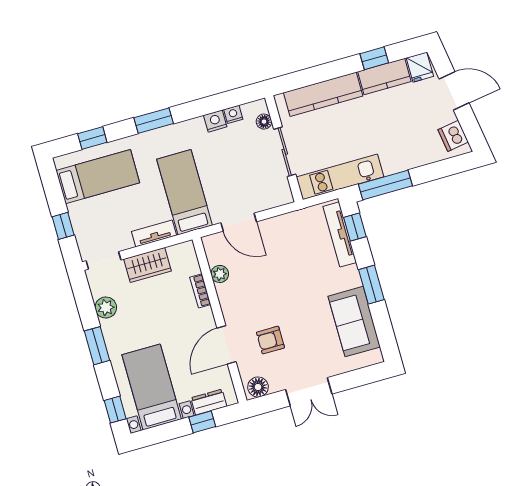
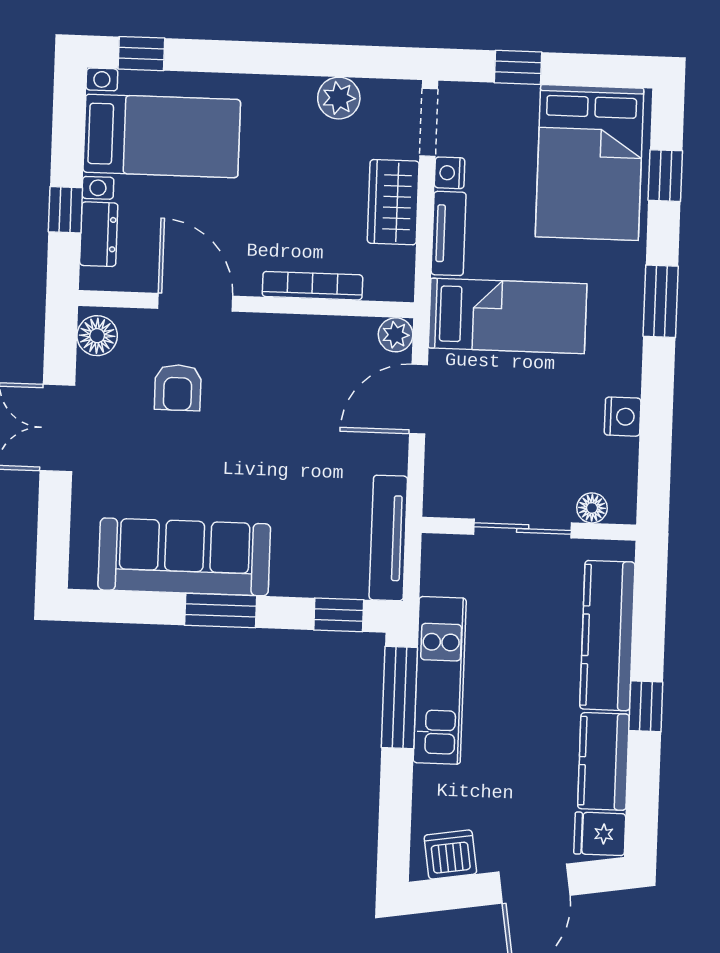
window: (374, 58) -> (646, 706), moved
nightstand: (233, 114) -> (450, 173), moved, turned 180
bed: (98, 177) -> (589, 162), width x1.50
kitchen unit: (340, 177) -> (440, 680), moved
tv unit: (340, 234) -> (388, 538), moved, turned -90
plant: (220, 274) -> (396, 335), moved
bookcase: (200, 291) -> (312, 286), width x1.56
sofa: (354, 322) -> (184, 557), width x1.36
armchair: (270, 340) -> (178, 388), turned 180
window: (97, 346) -> (272, 58), removed

